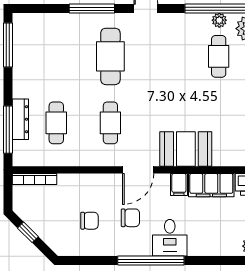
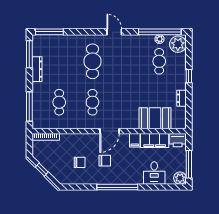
window: (92, 9) -> (49, 32), moved
dresser: (20, 119) -> (37, 69), moved
booth: (186, 149) -> (155, 118), moved
desk: (170, 238) -> (154, 173), moved

